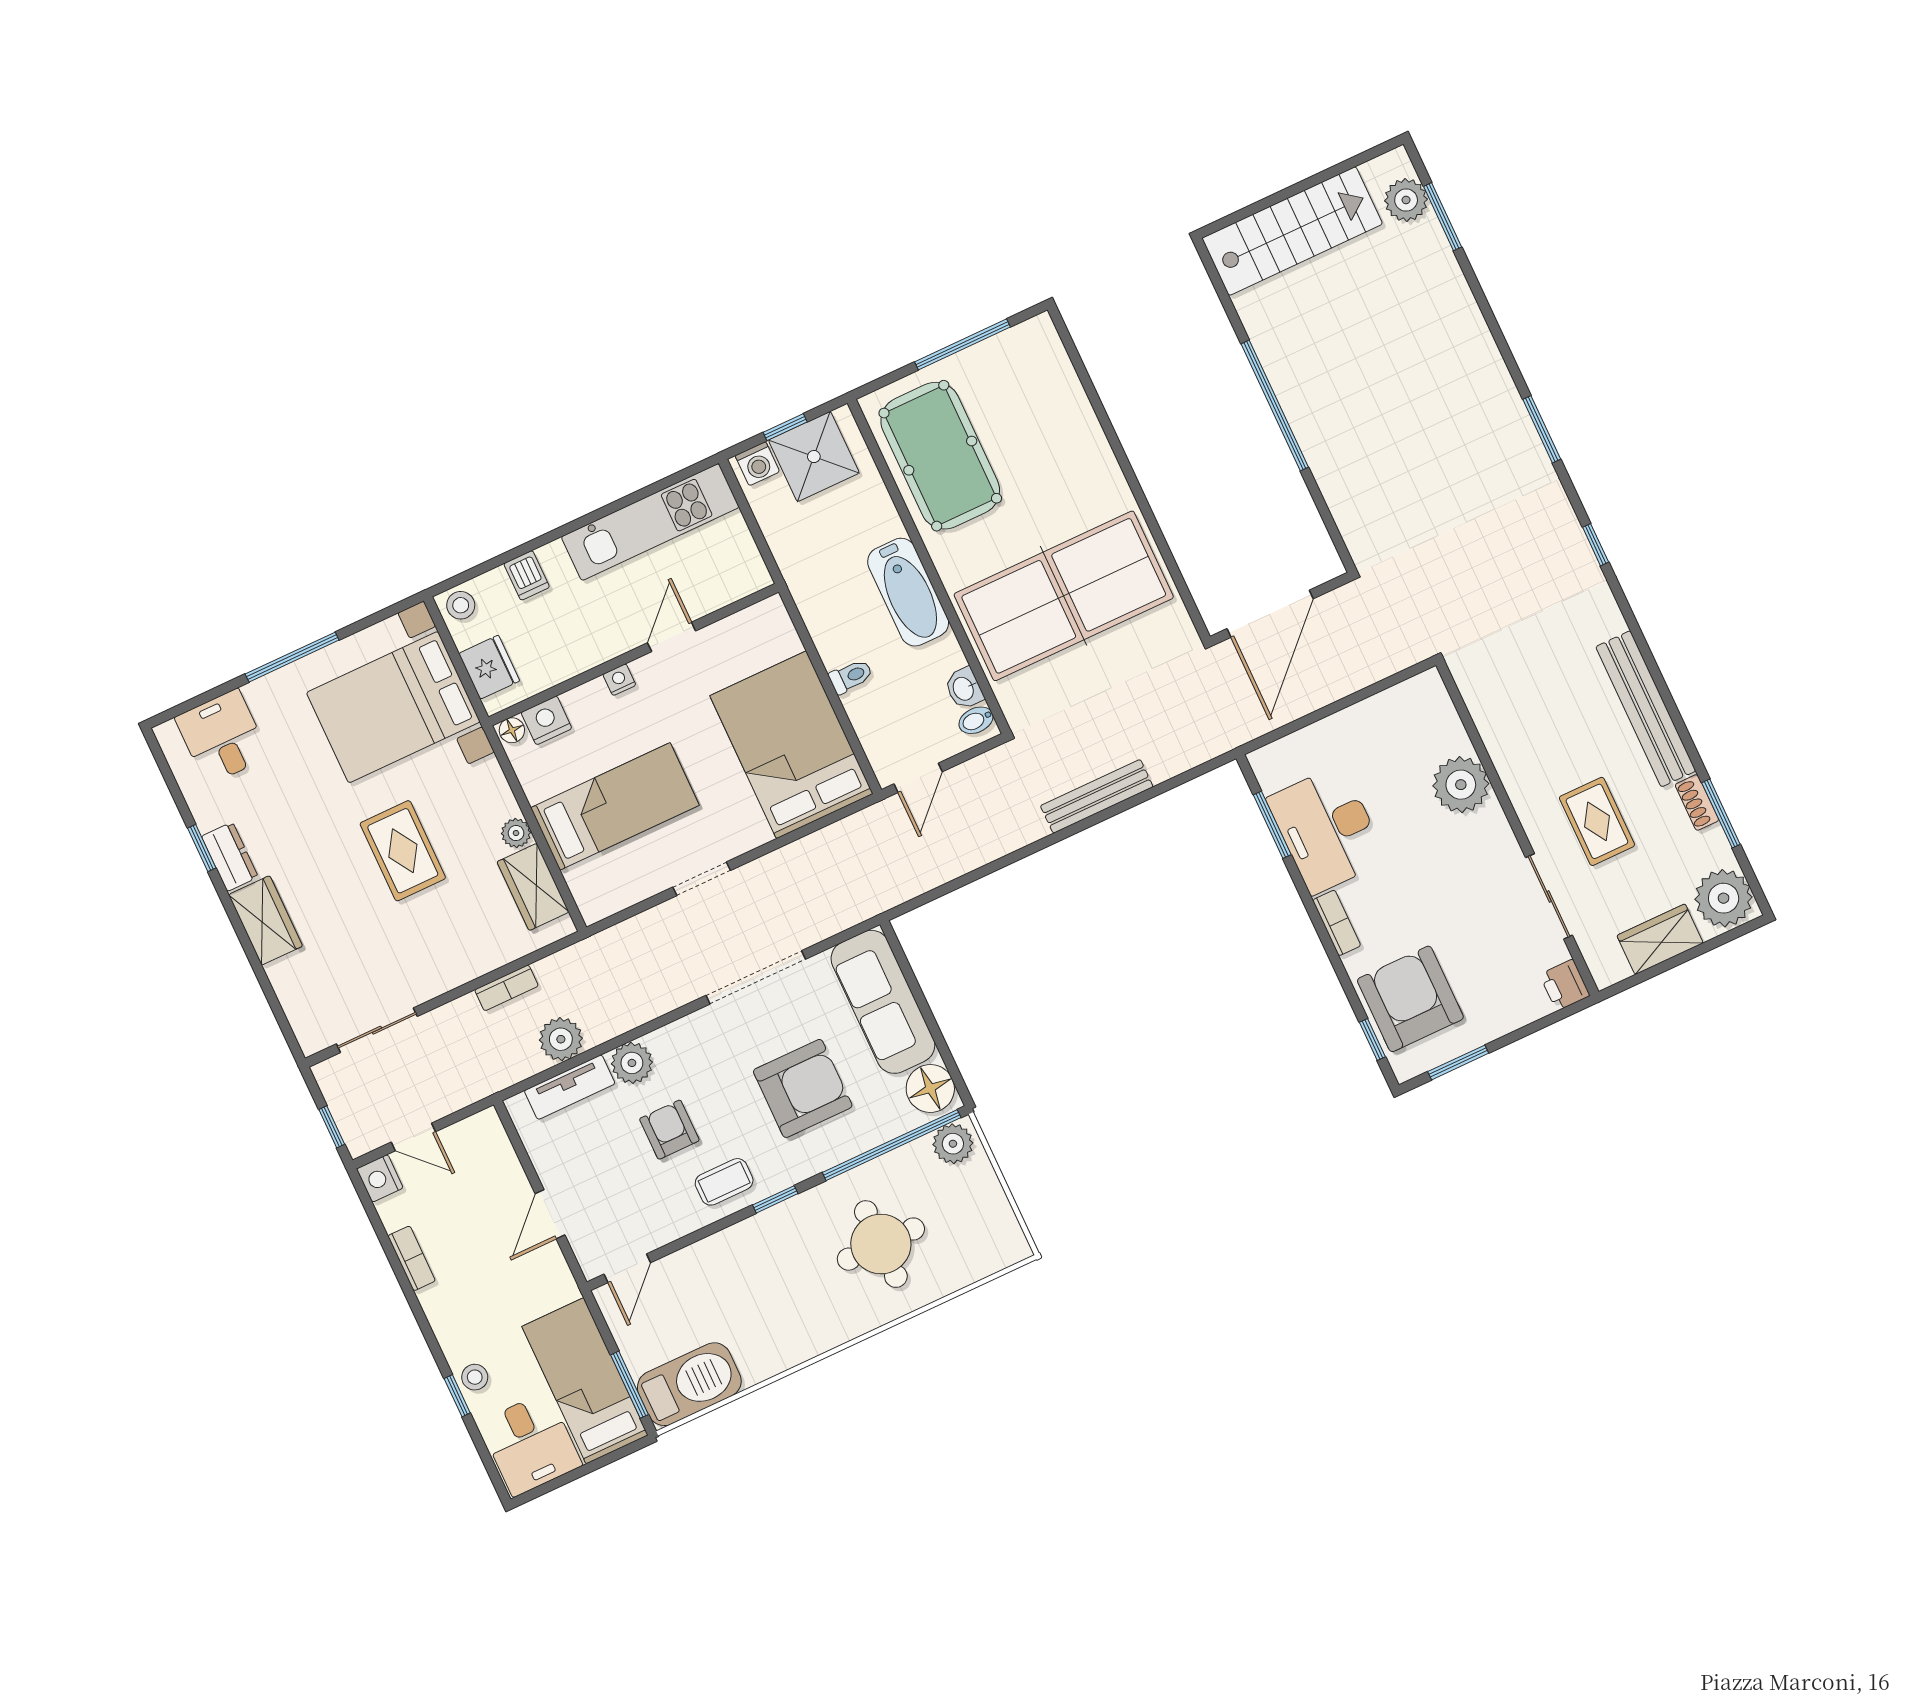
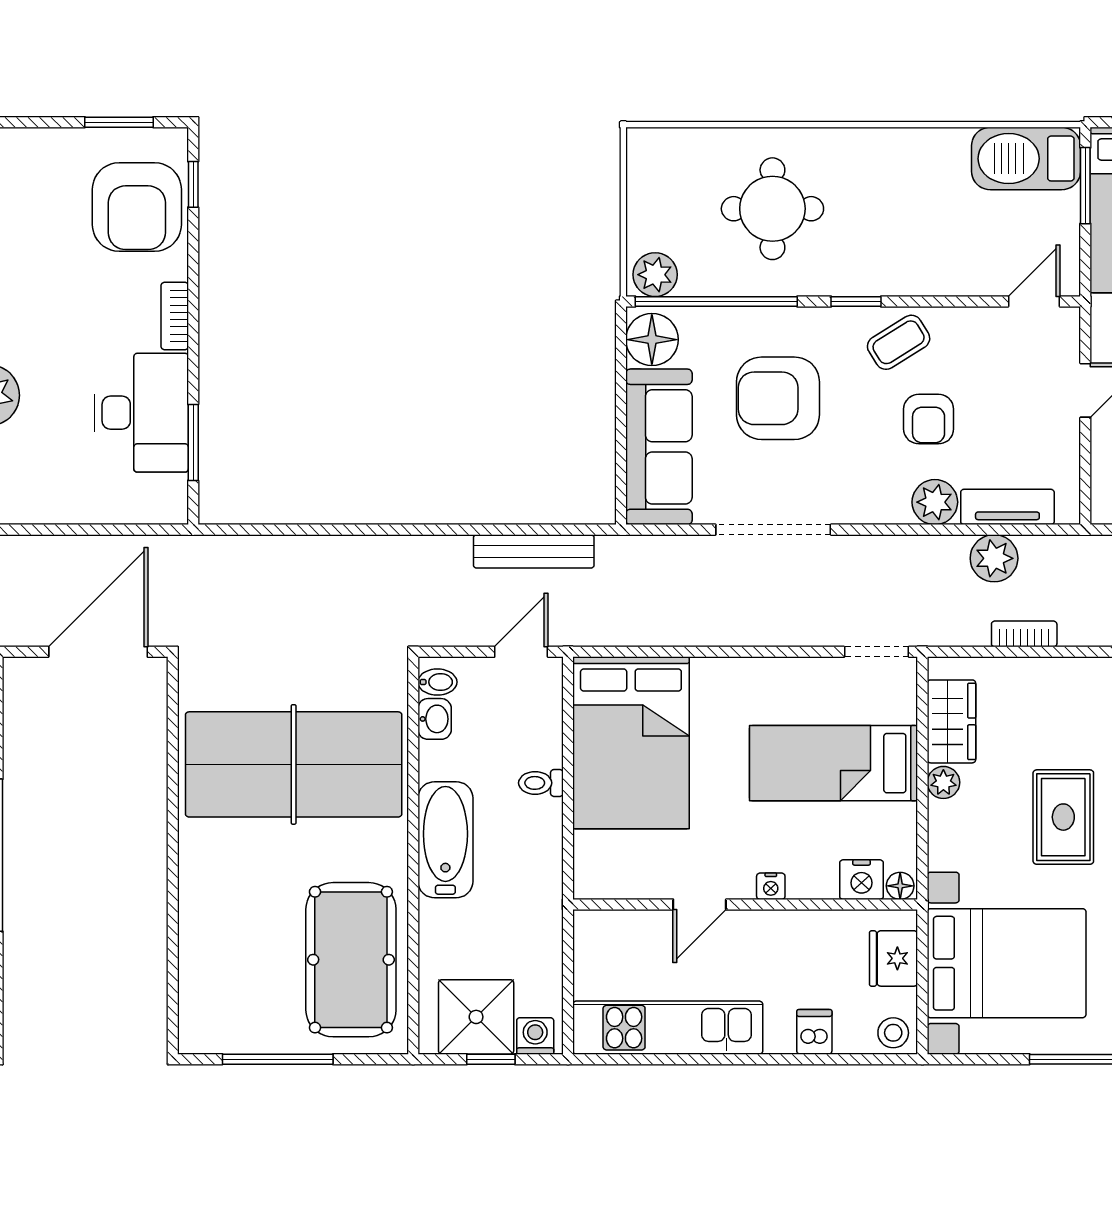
bench: (1097, 796) -> (534, 551), moved
doorway: (702, 879) -> (876, 652), moved
coffee table: (724, 1182) -> (899, 342), turned -32

